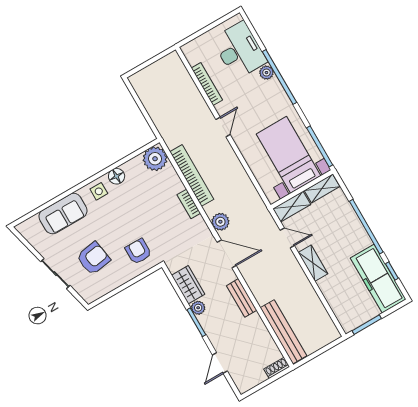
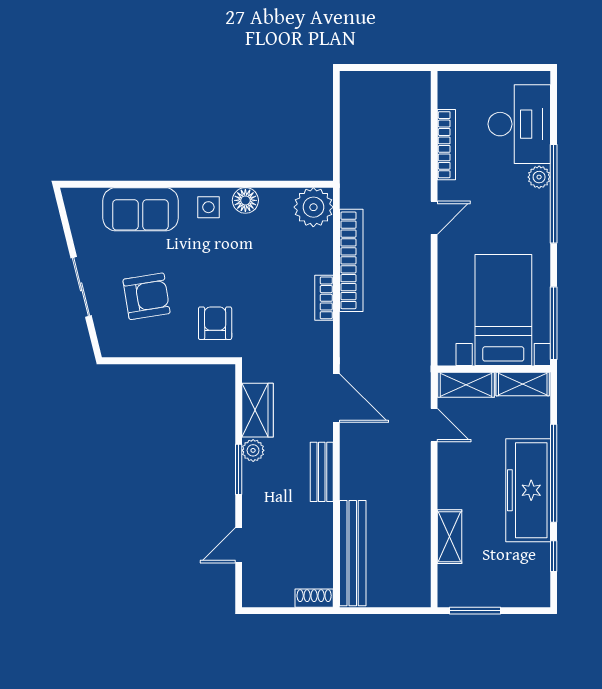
plant: (220, 222) -> (354, 348), removed
shelving: (313, 263) -> (450, 537), moved
freezer: (378, 279) -> (528, 490), moved

